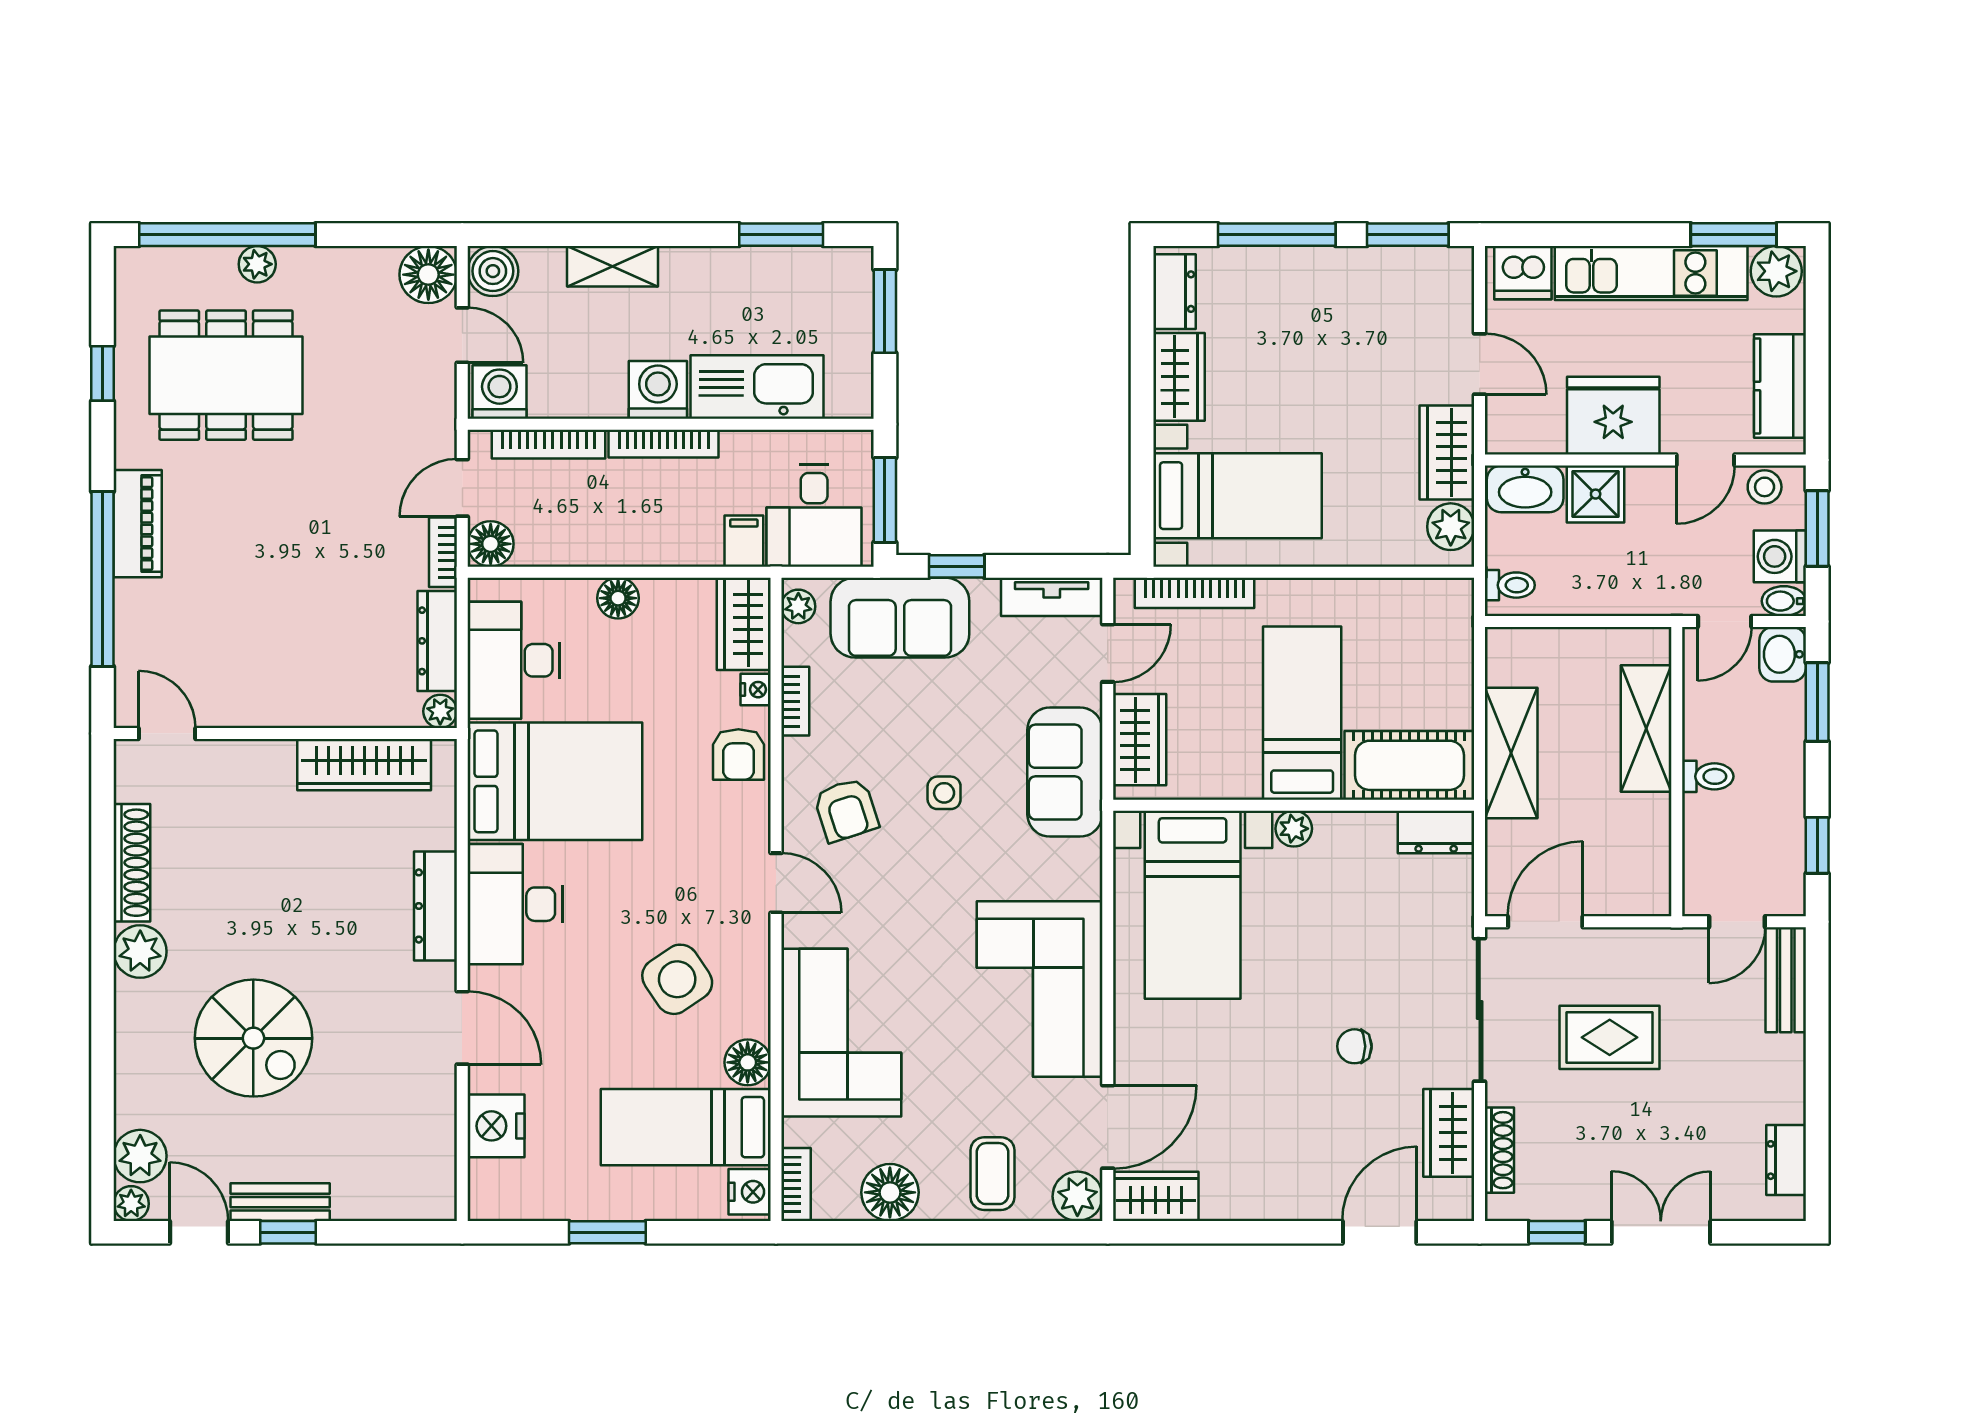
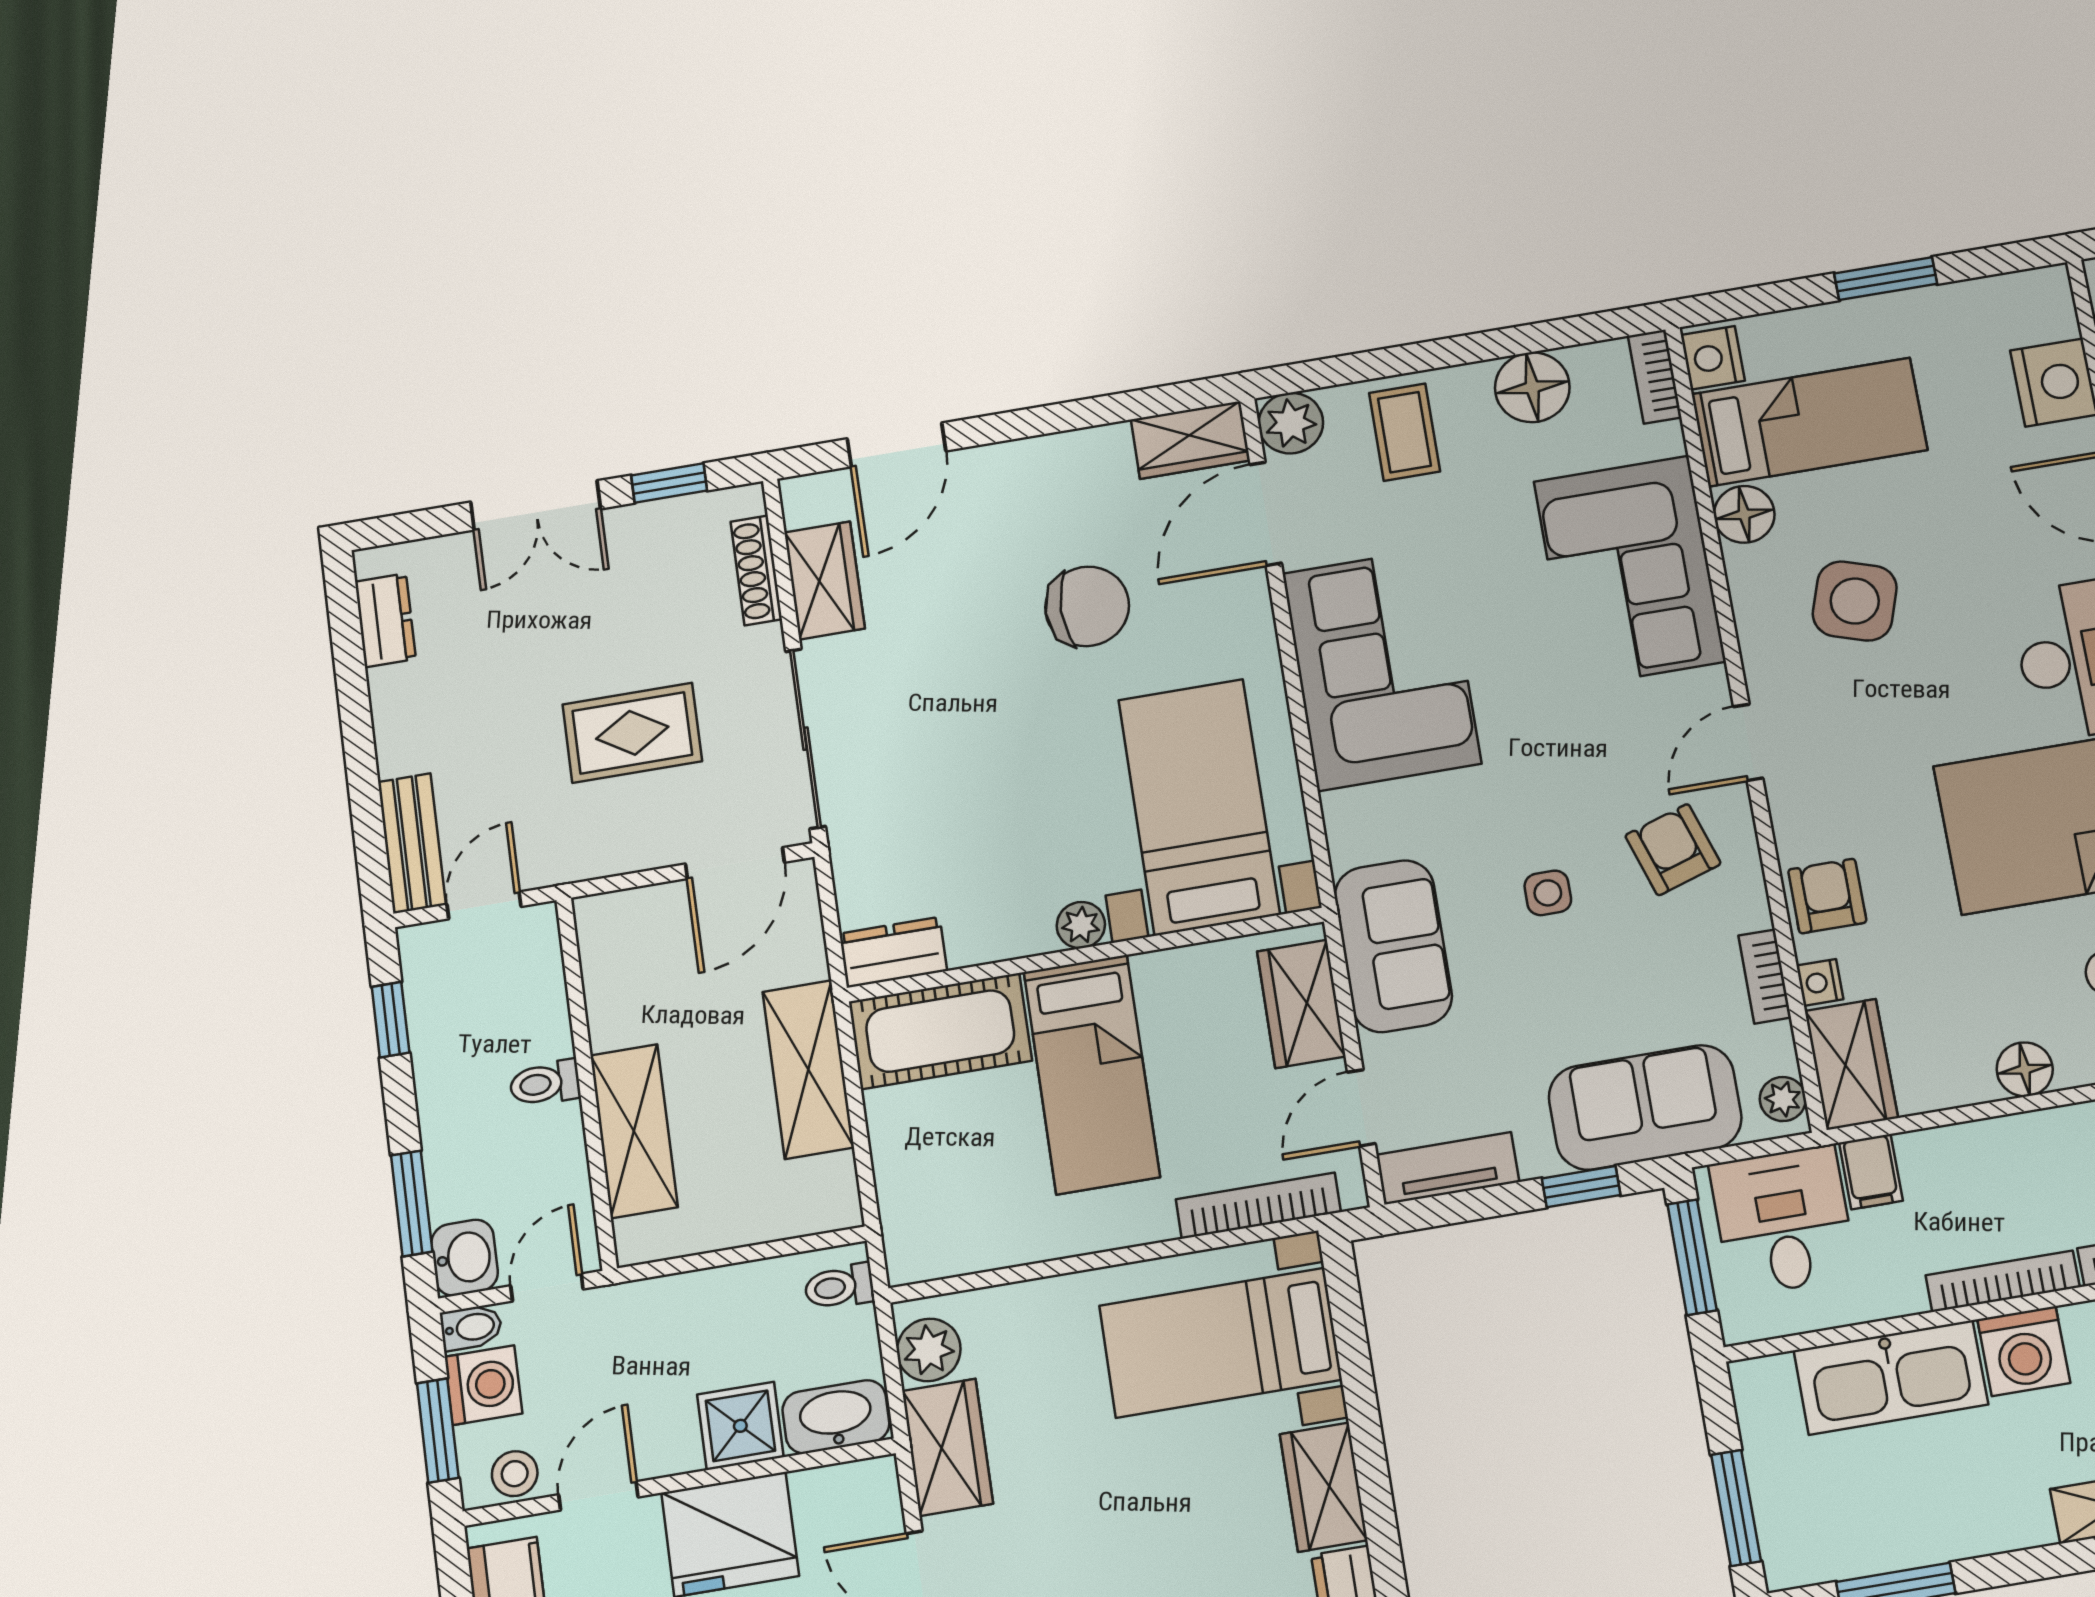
door: (776, 883) -> (1748, 742), hinge flipped
side table: (677, 979) -> (1855, 601), turned -38
chair: (1354, 1046) -> (1087, 606), moved, width x1.87, depth x1.87

